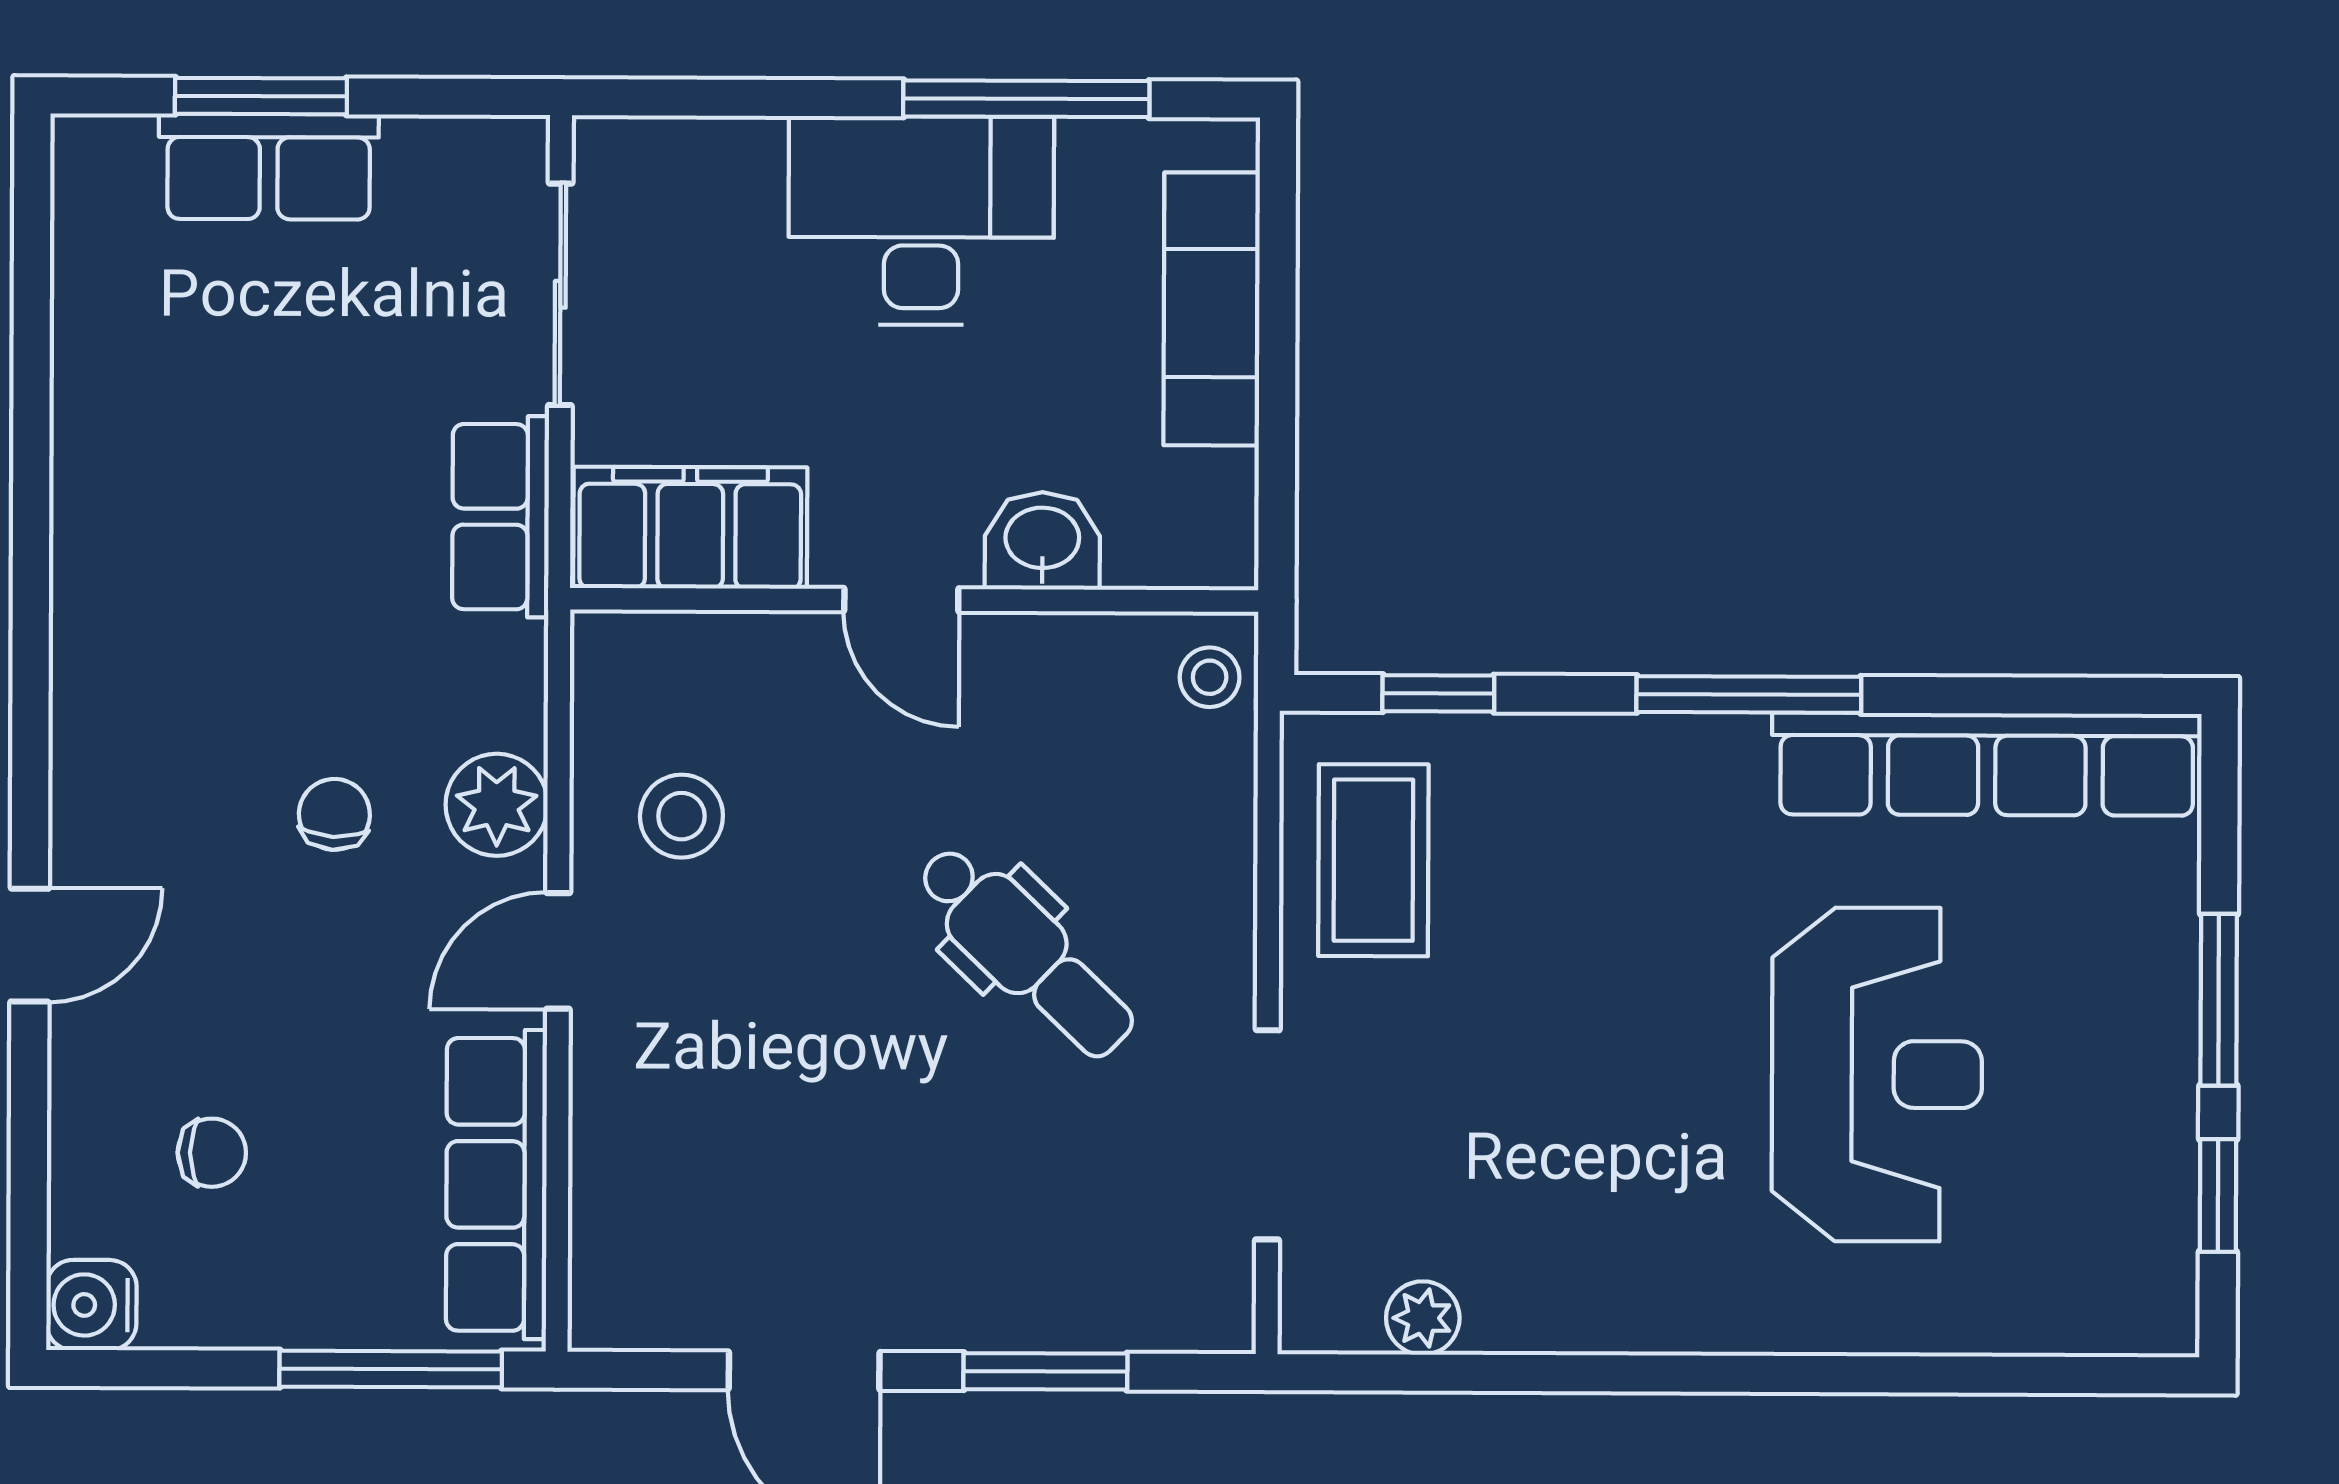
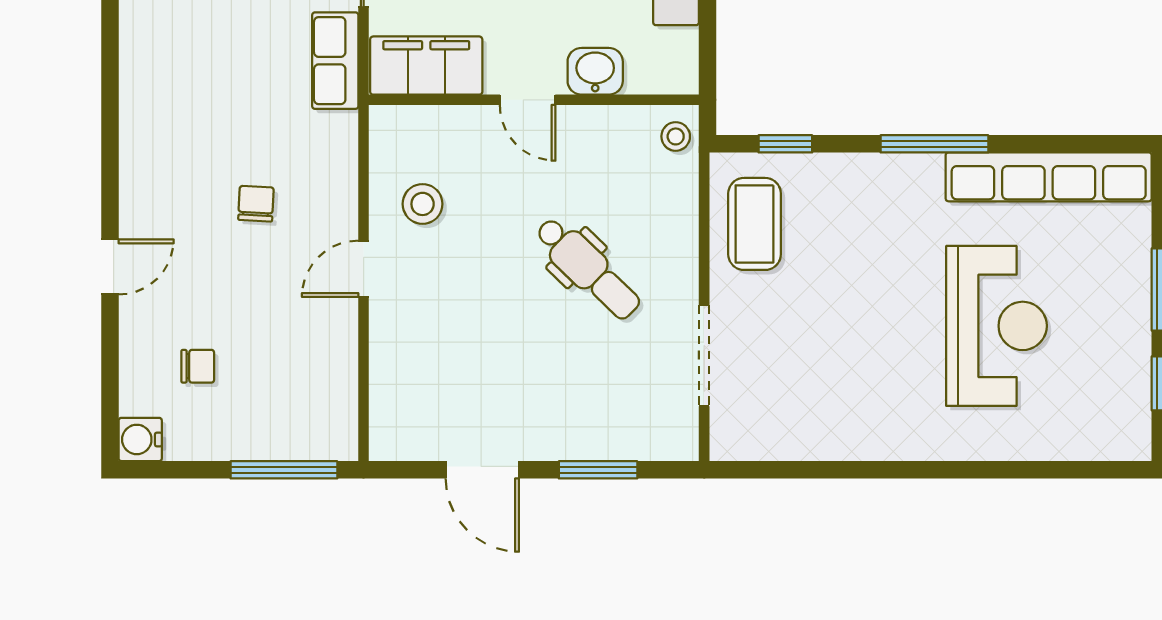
plant: (497, 805) -> (334, 199), removed
row of seats: (496, 1184) -> (334, 381), removed
plant: (1423, 1318) -> (779, 444), removed

